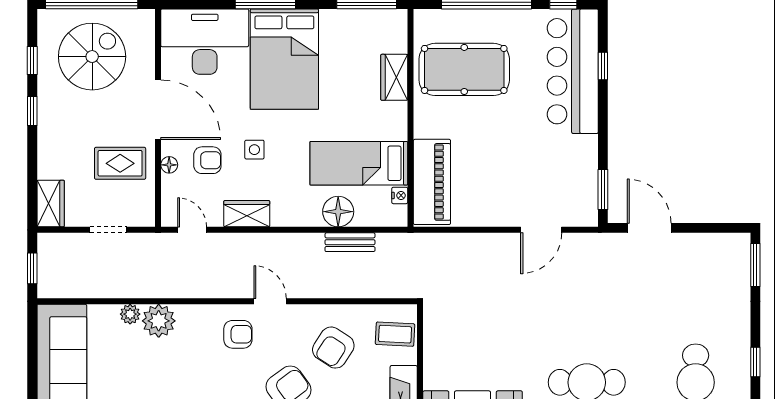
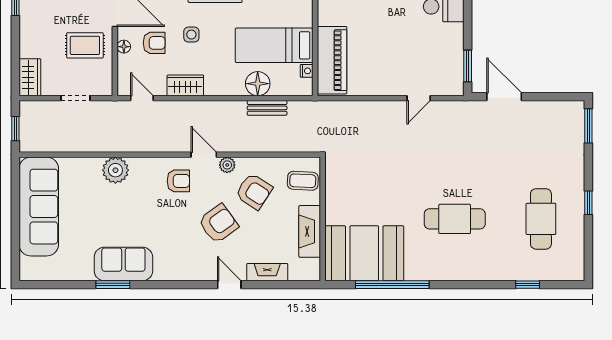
door: (541, 230) -> (419, 98), width x0.73
plant: (130, 314) -> (227, 165), moved
armchair: (333, 348) -> (254, 191), turned -90

